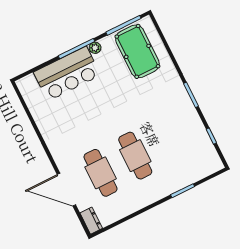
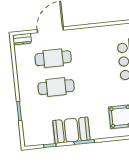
booth: (182, 116) -> (71, 130), added

